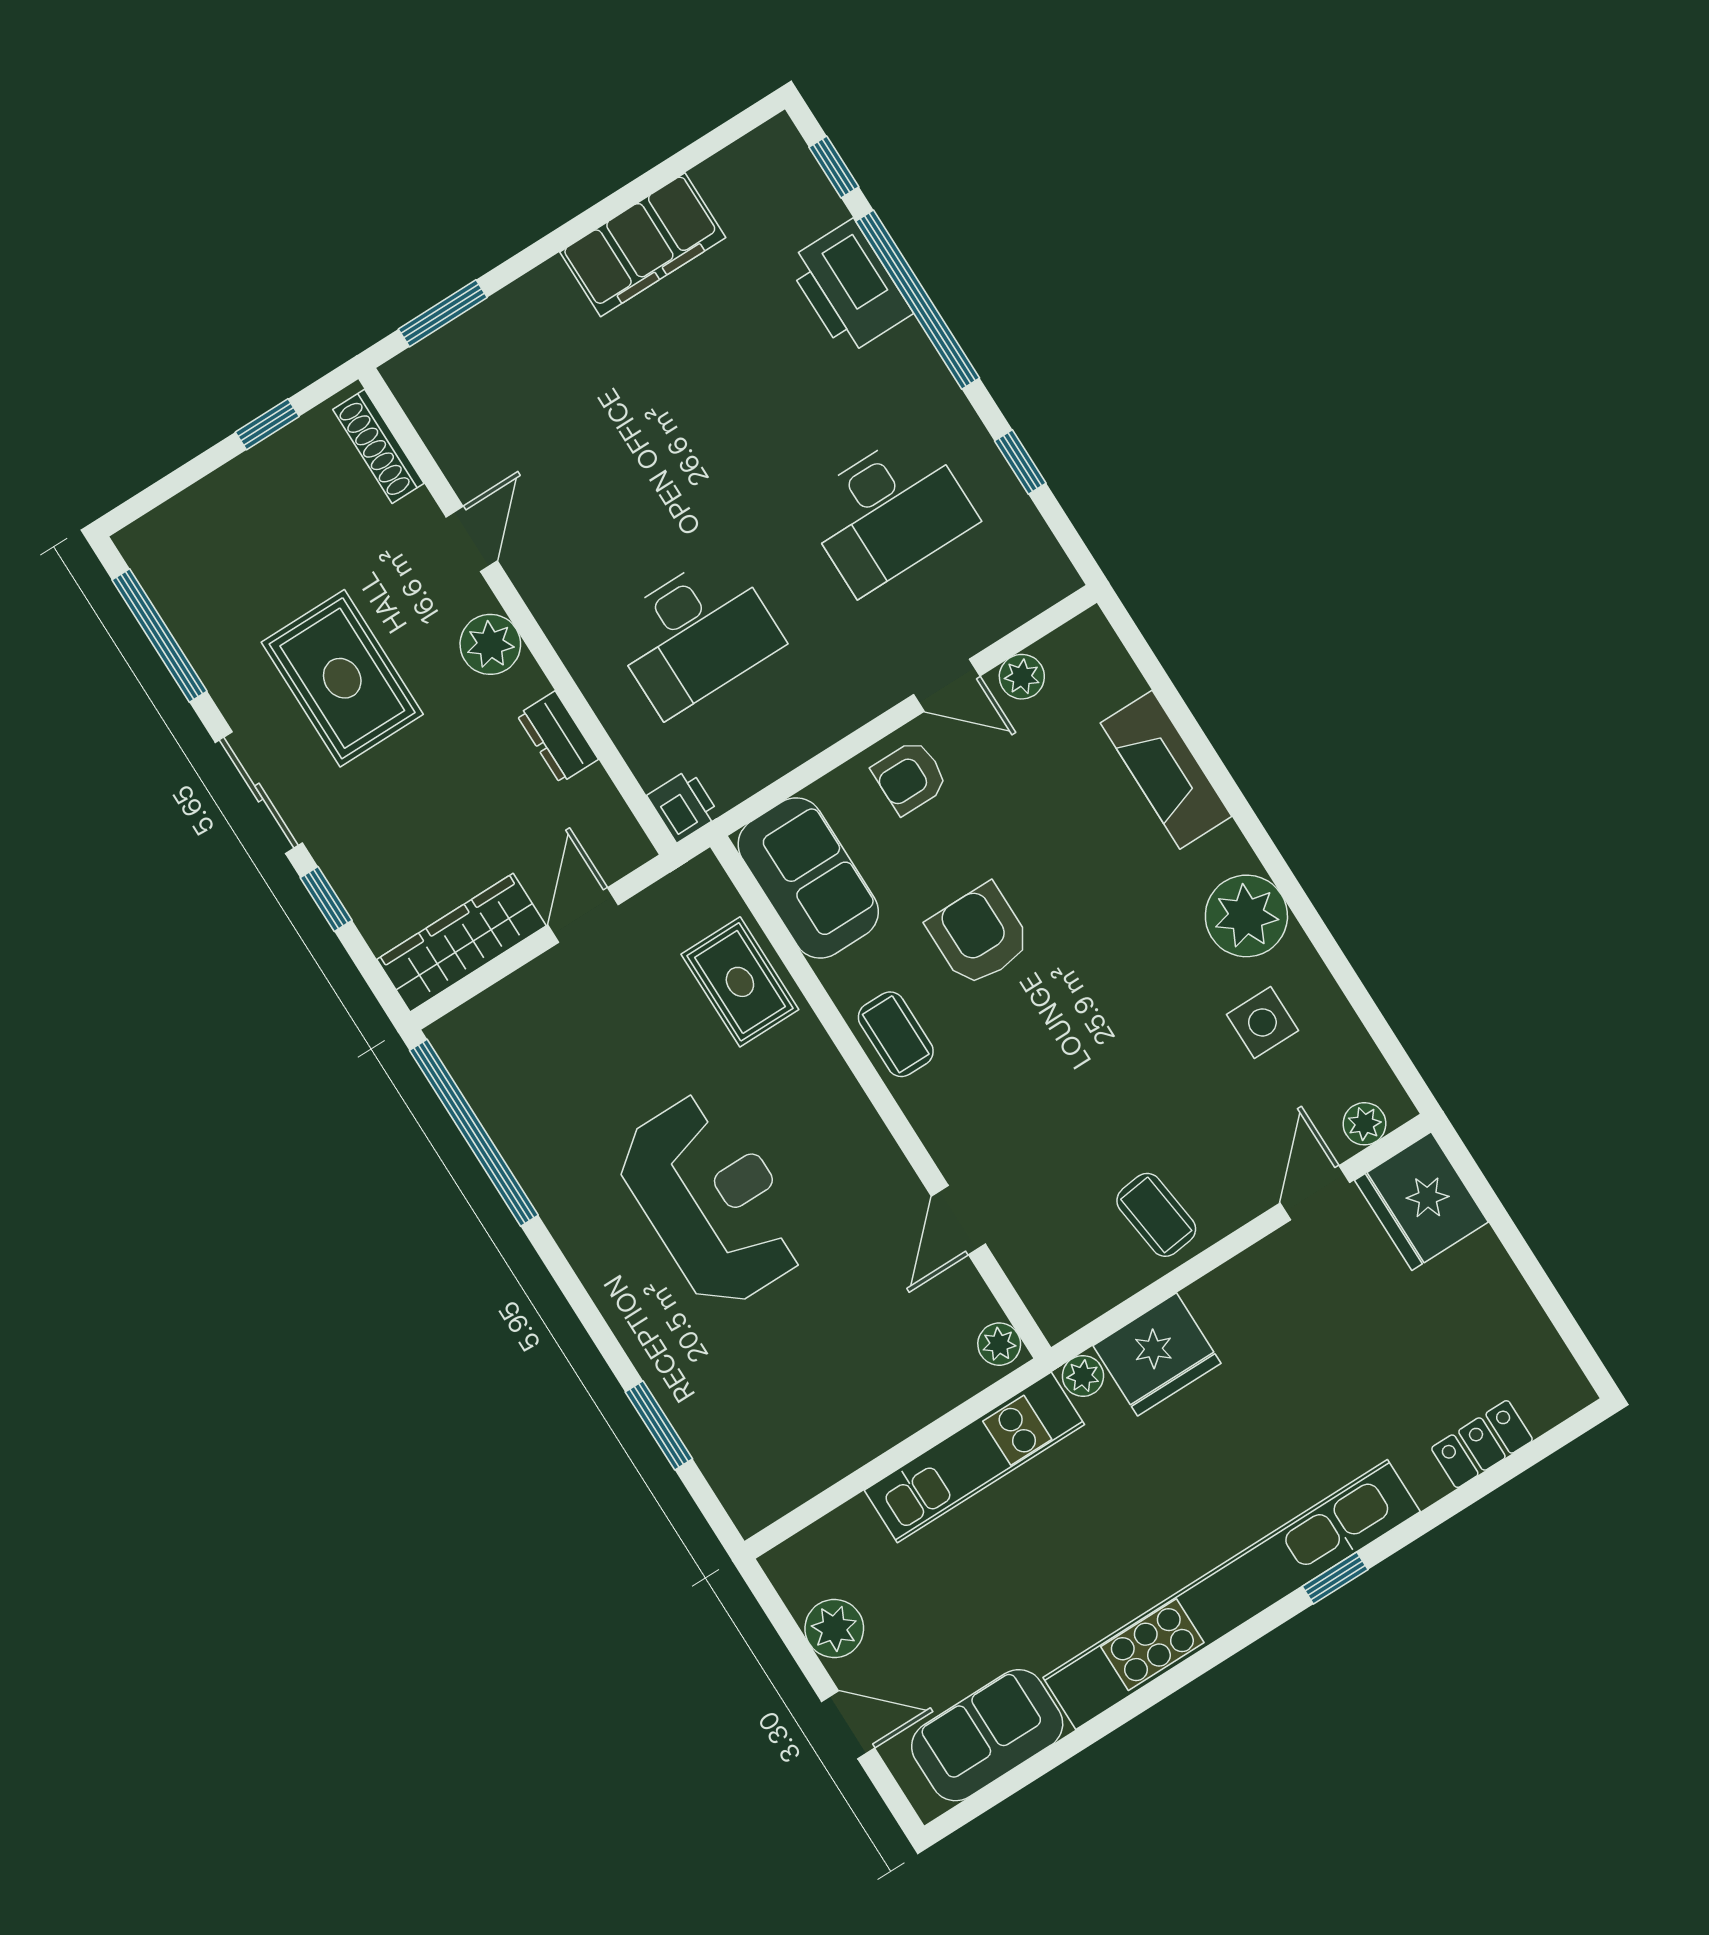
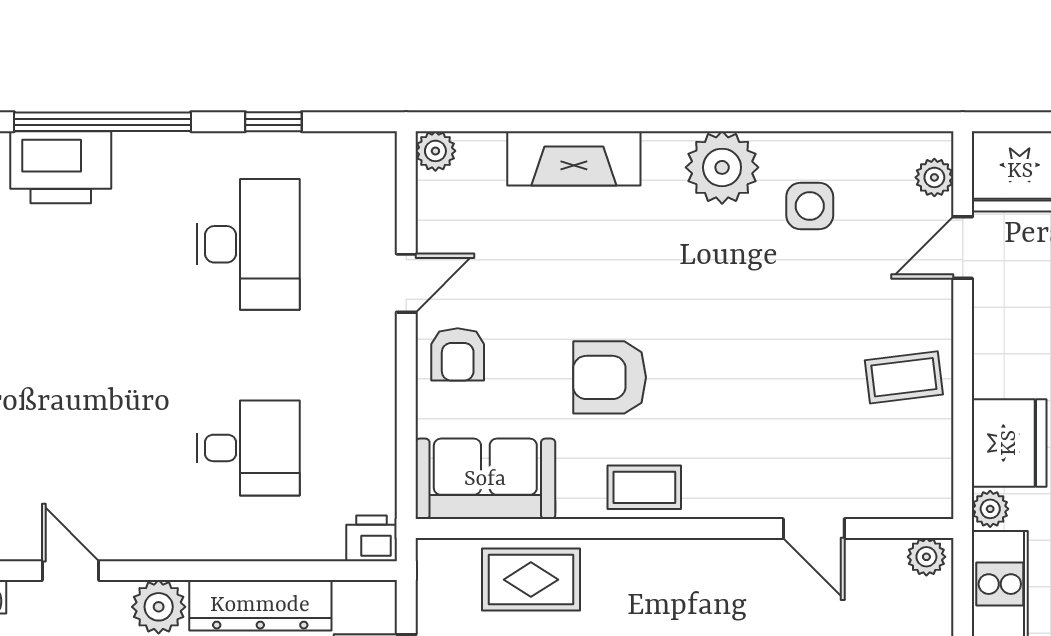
desk: (695, 634) -> (248, 448), width x0.73
plant: (1022, 677) -> (435, 151), moved
dresser: (558, 737) -> (260, 605), width x1.96, depth x1.24
door: (1315, 1193) -> (963, 248), hinge flipped

